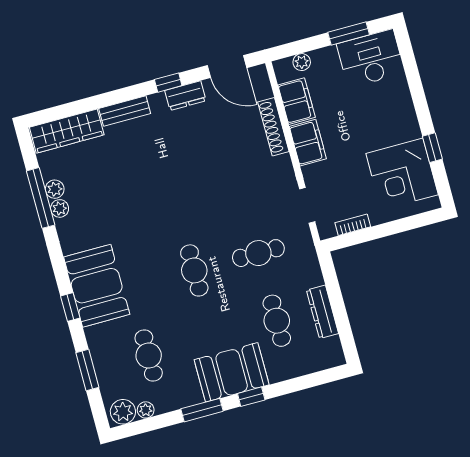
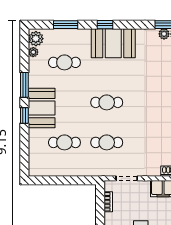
cafe table: (258, 253) -> (107, 142), turned 90
dresser: (322, 312) -> (62, 170), removed

